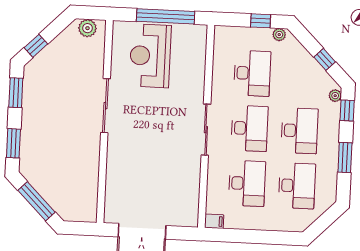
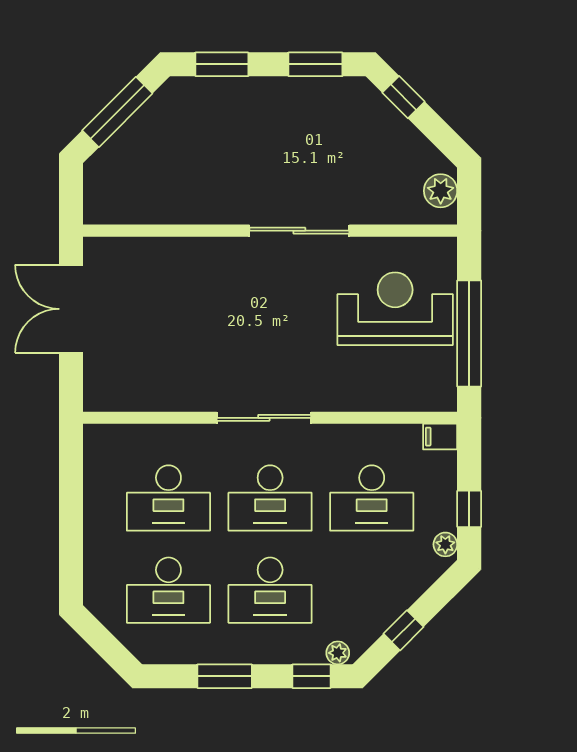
filing cabinet: (214, 221) -> (440, 437), moved, turned 90

